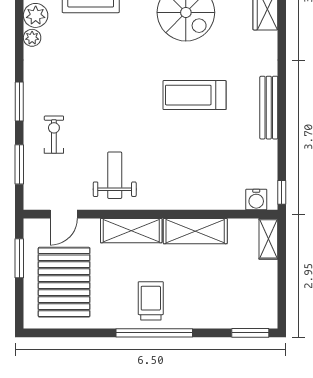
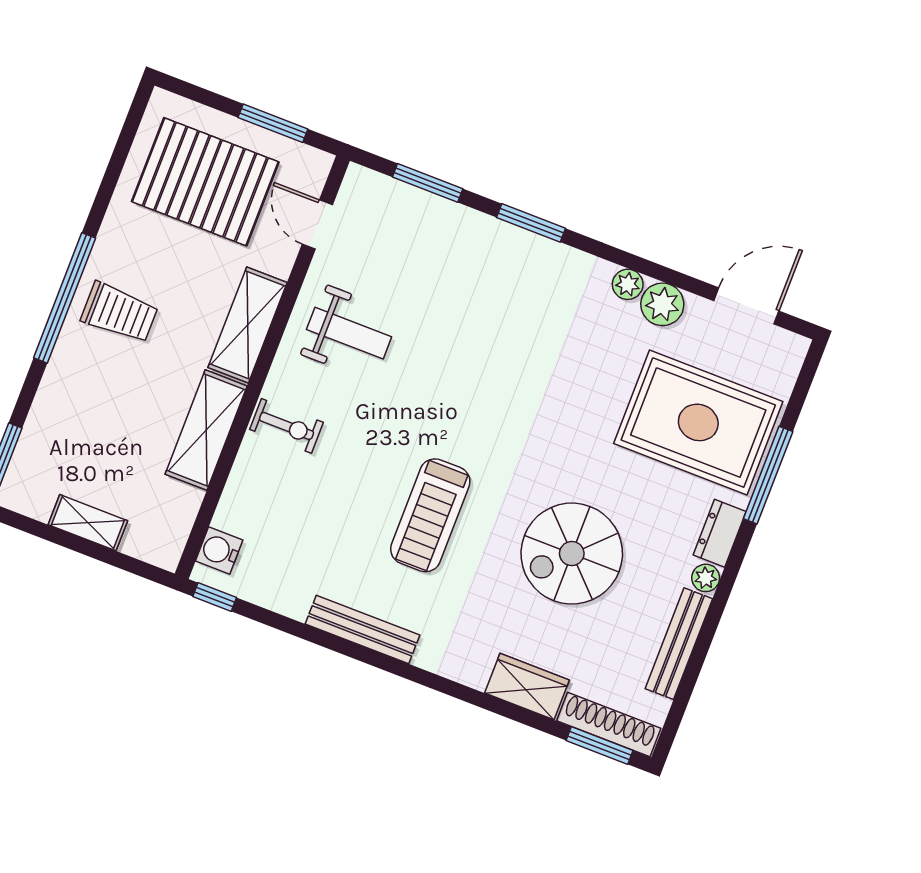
treadmill: (195, 95) -> (430, 515), turned 180
exercise bike: (54, 135) -> (287, 426), moved
shelving: (268, 239) -> (88, 523), moved

